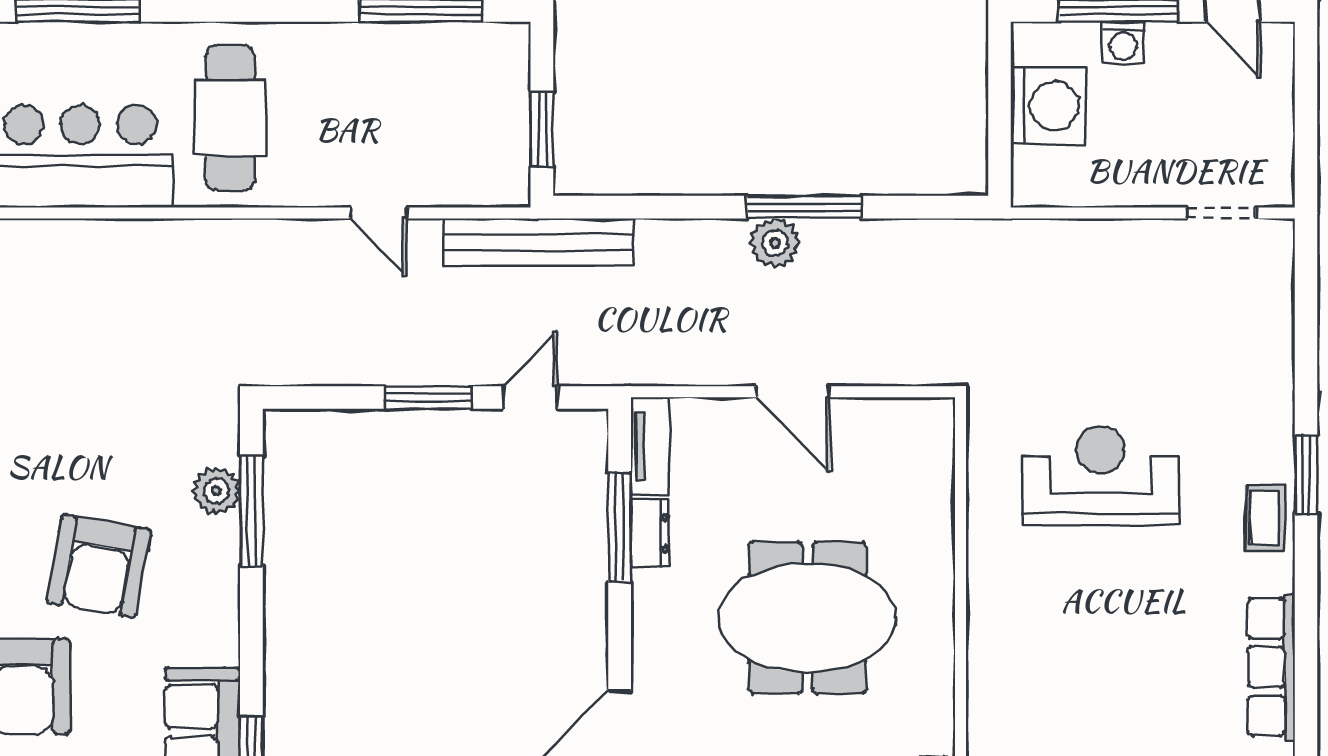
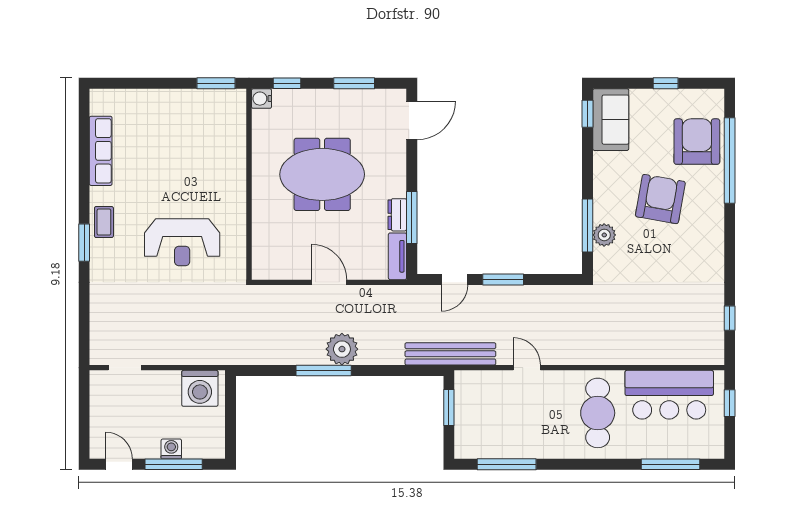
washing machine: (1049, 106) -> (200, 388), moved, turned -90
plant: (775, 243) -> (342, 349), width x1.36, depth x1.36

